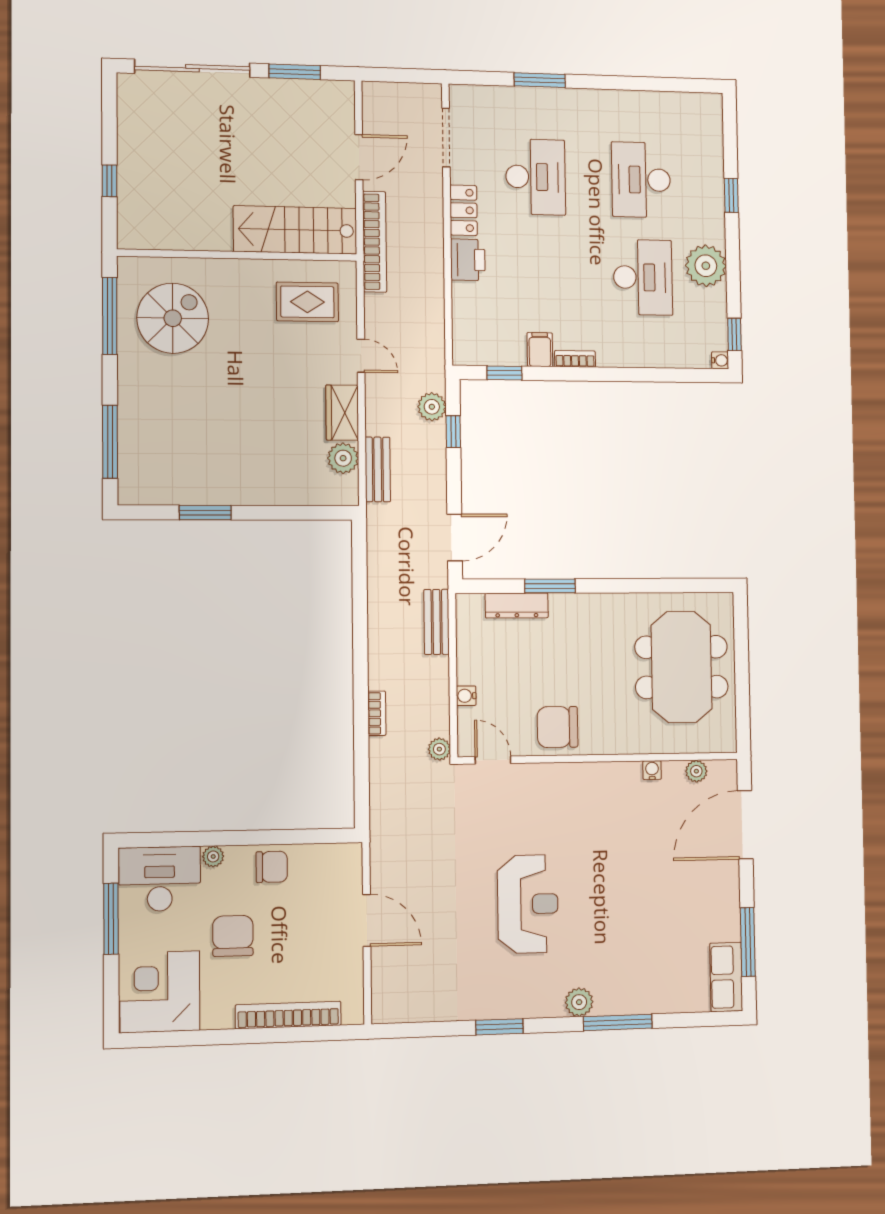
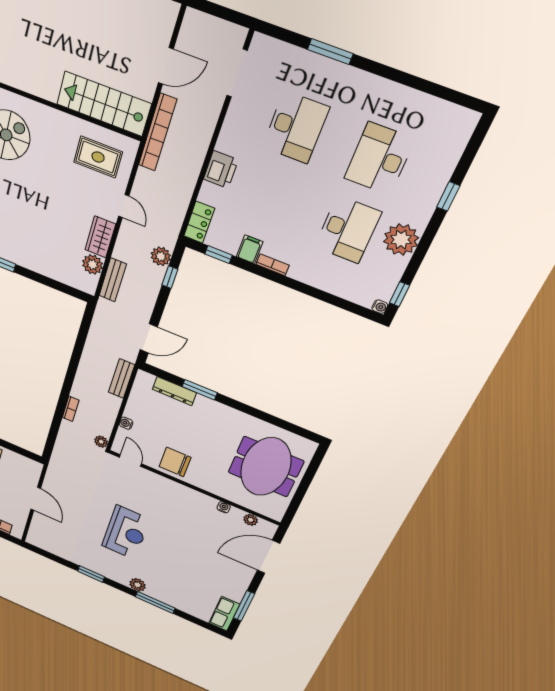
locker: (463, 210) -> (199, 222), moved

